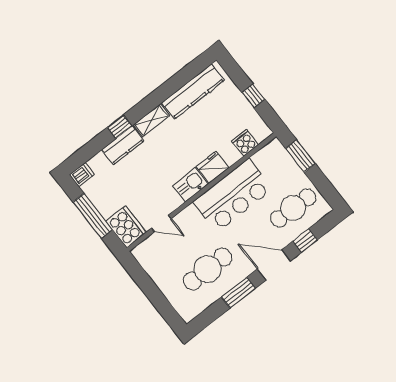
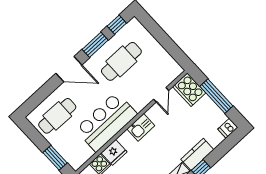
fridge: (212, 167) -> (114, 152), moved
door: (162, 223) -> (161, 95), swing flipped
window: (305, 241) -> (117, 25), moved

